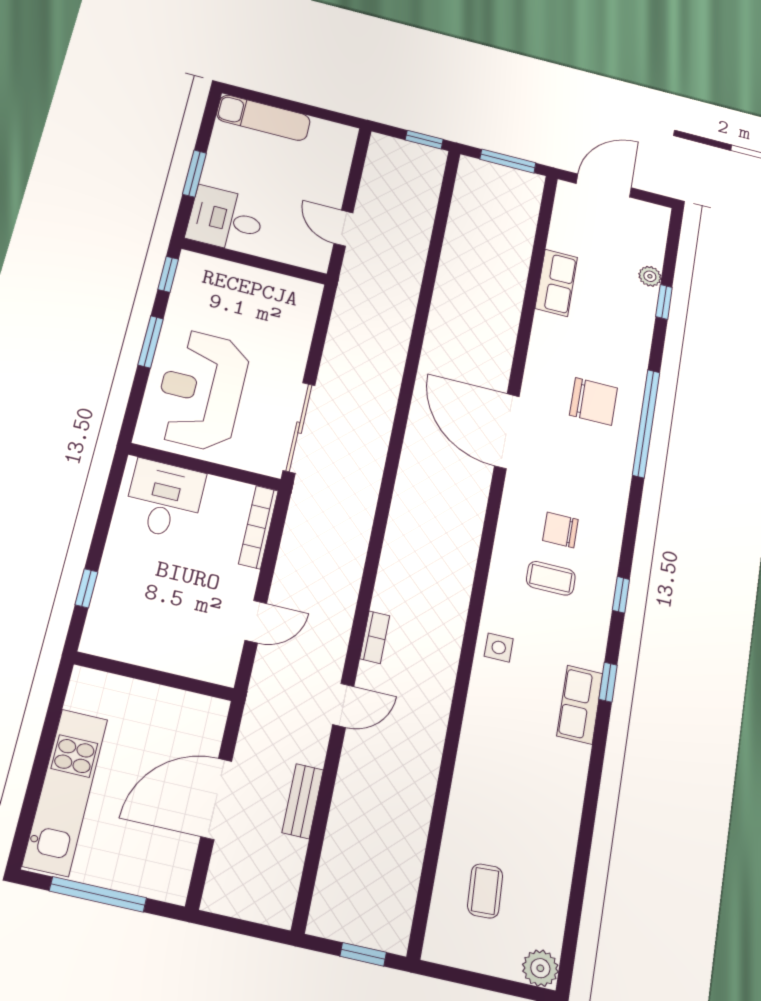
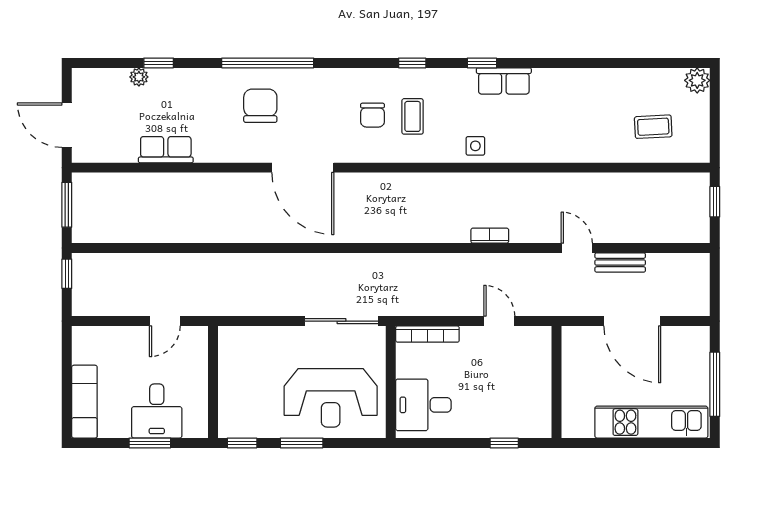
desk: (226, 219) -> (157, 411), moved
door: (507, 431) -> (303, 168), hinge flipped
door: (343, 705) -> (577, 248), moved

